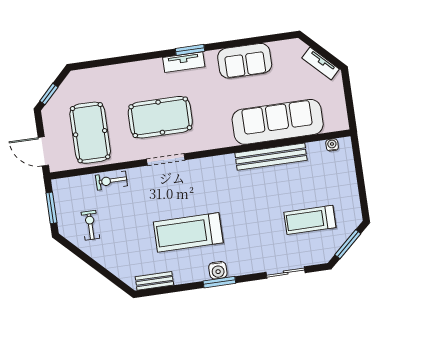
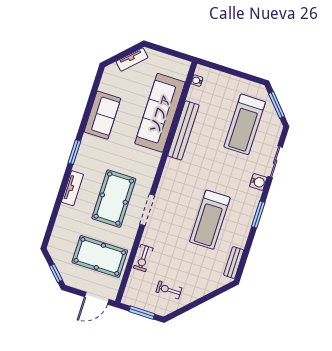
tv unit: (184, 62) -> (72, 188), moved
treadmill: (310, 220) -> (245, 124), width x1.37, depth x1.38
water cooler: (218, 270) -> (258, 182), moved

